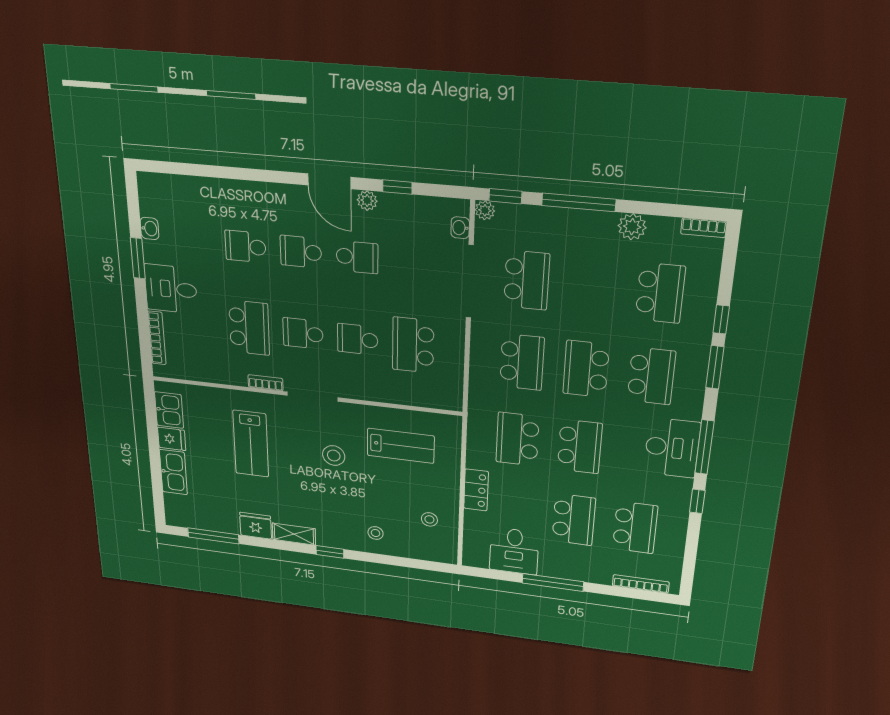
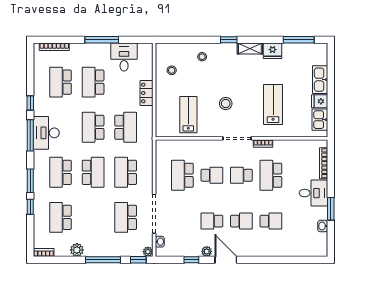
school desk: (303, 333) -> (241, 175), turned 180
school desk: (413, 345) -> (182, 175), turned 180
lab bench: (401, 446) -> (188, 115), turned 90

